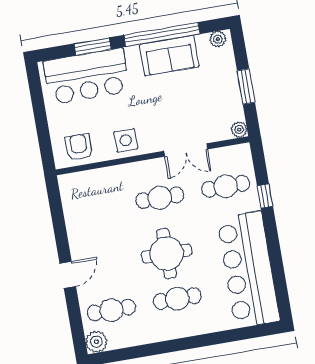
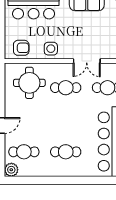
armchair: (79, 147) -> (21, 48), turned 90
round table: (167, 254) -> (29, 83), moved

